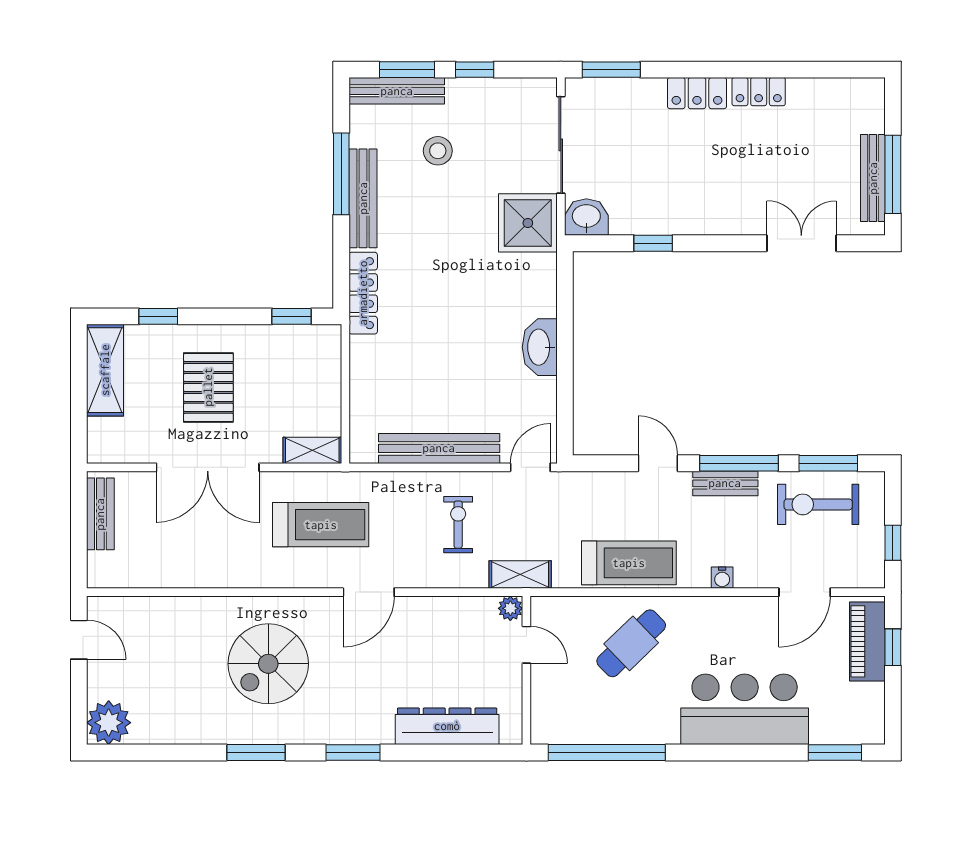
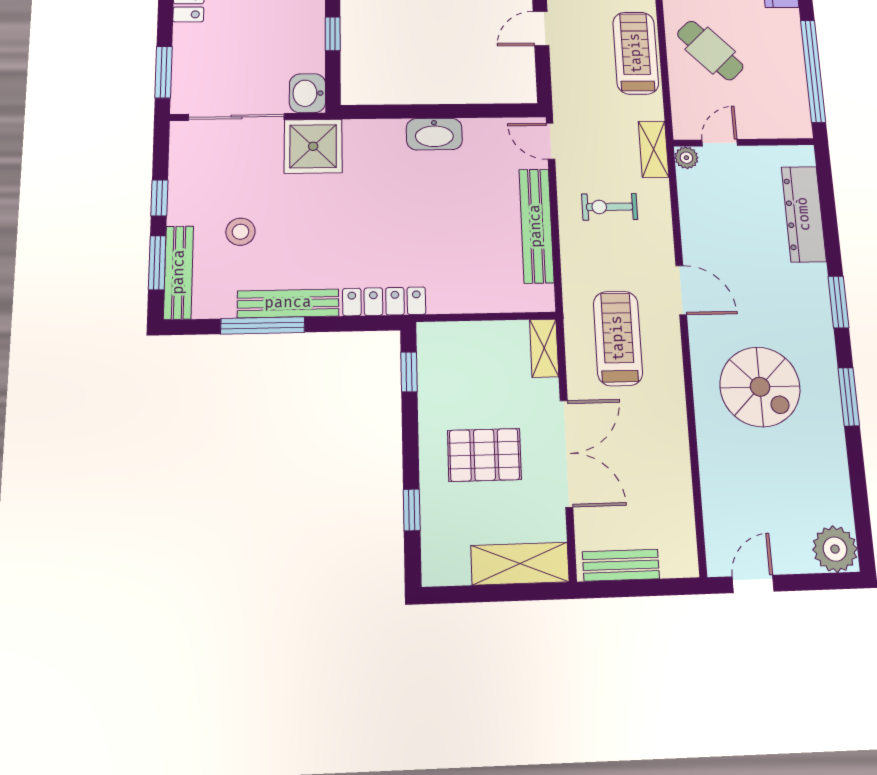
shelving: (105, 370) -> (520, 564), moved

